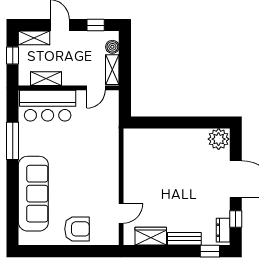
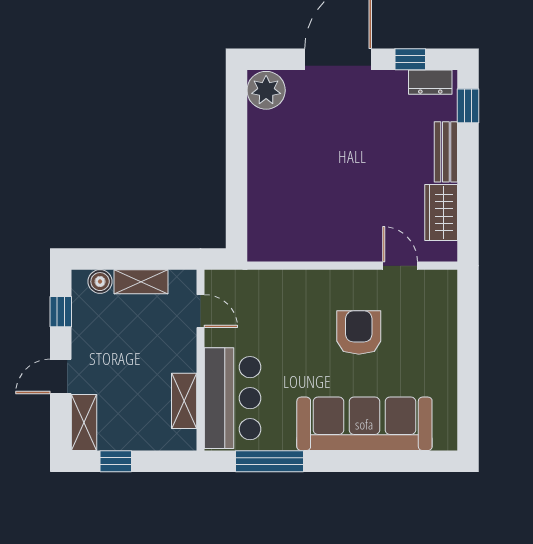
shelving: (46, 79) -> (184, 401), moved
wall: (69, 88) -> (201, 360), moved
door: (96, 88) -> (201, 311), moved
bar counter: (48, 106) -> (233, 398), moved
armchair: (77, 229) -> (359, 333), moved

